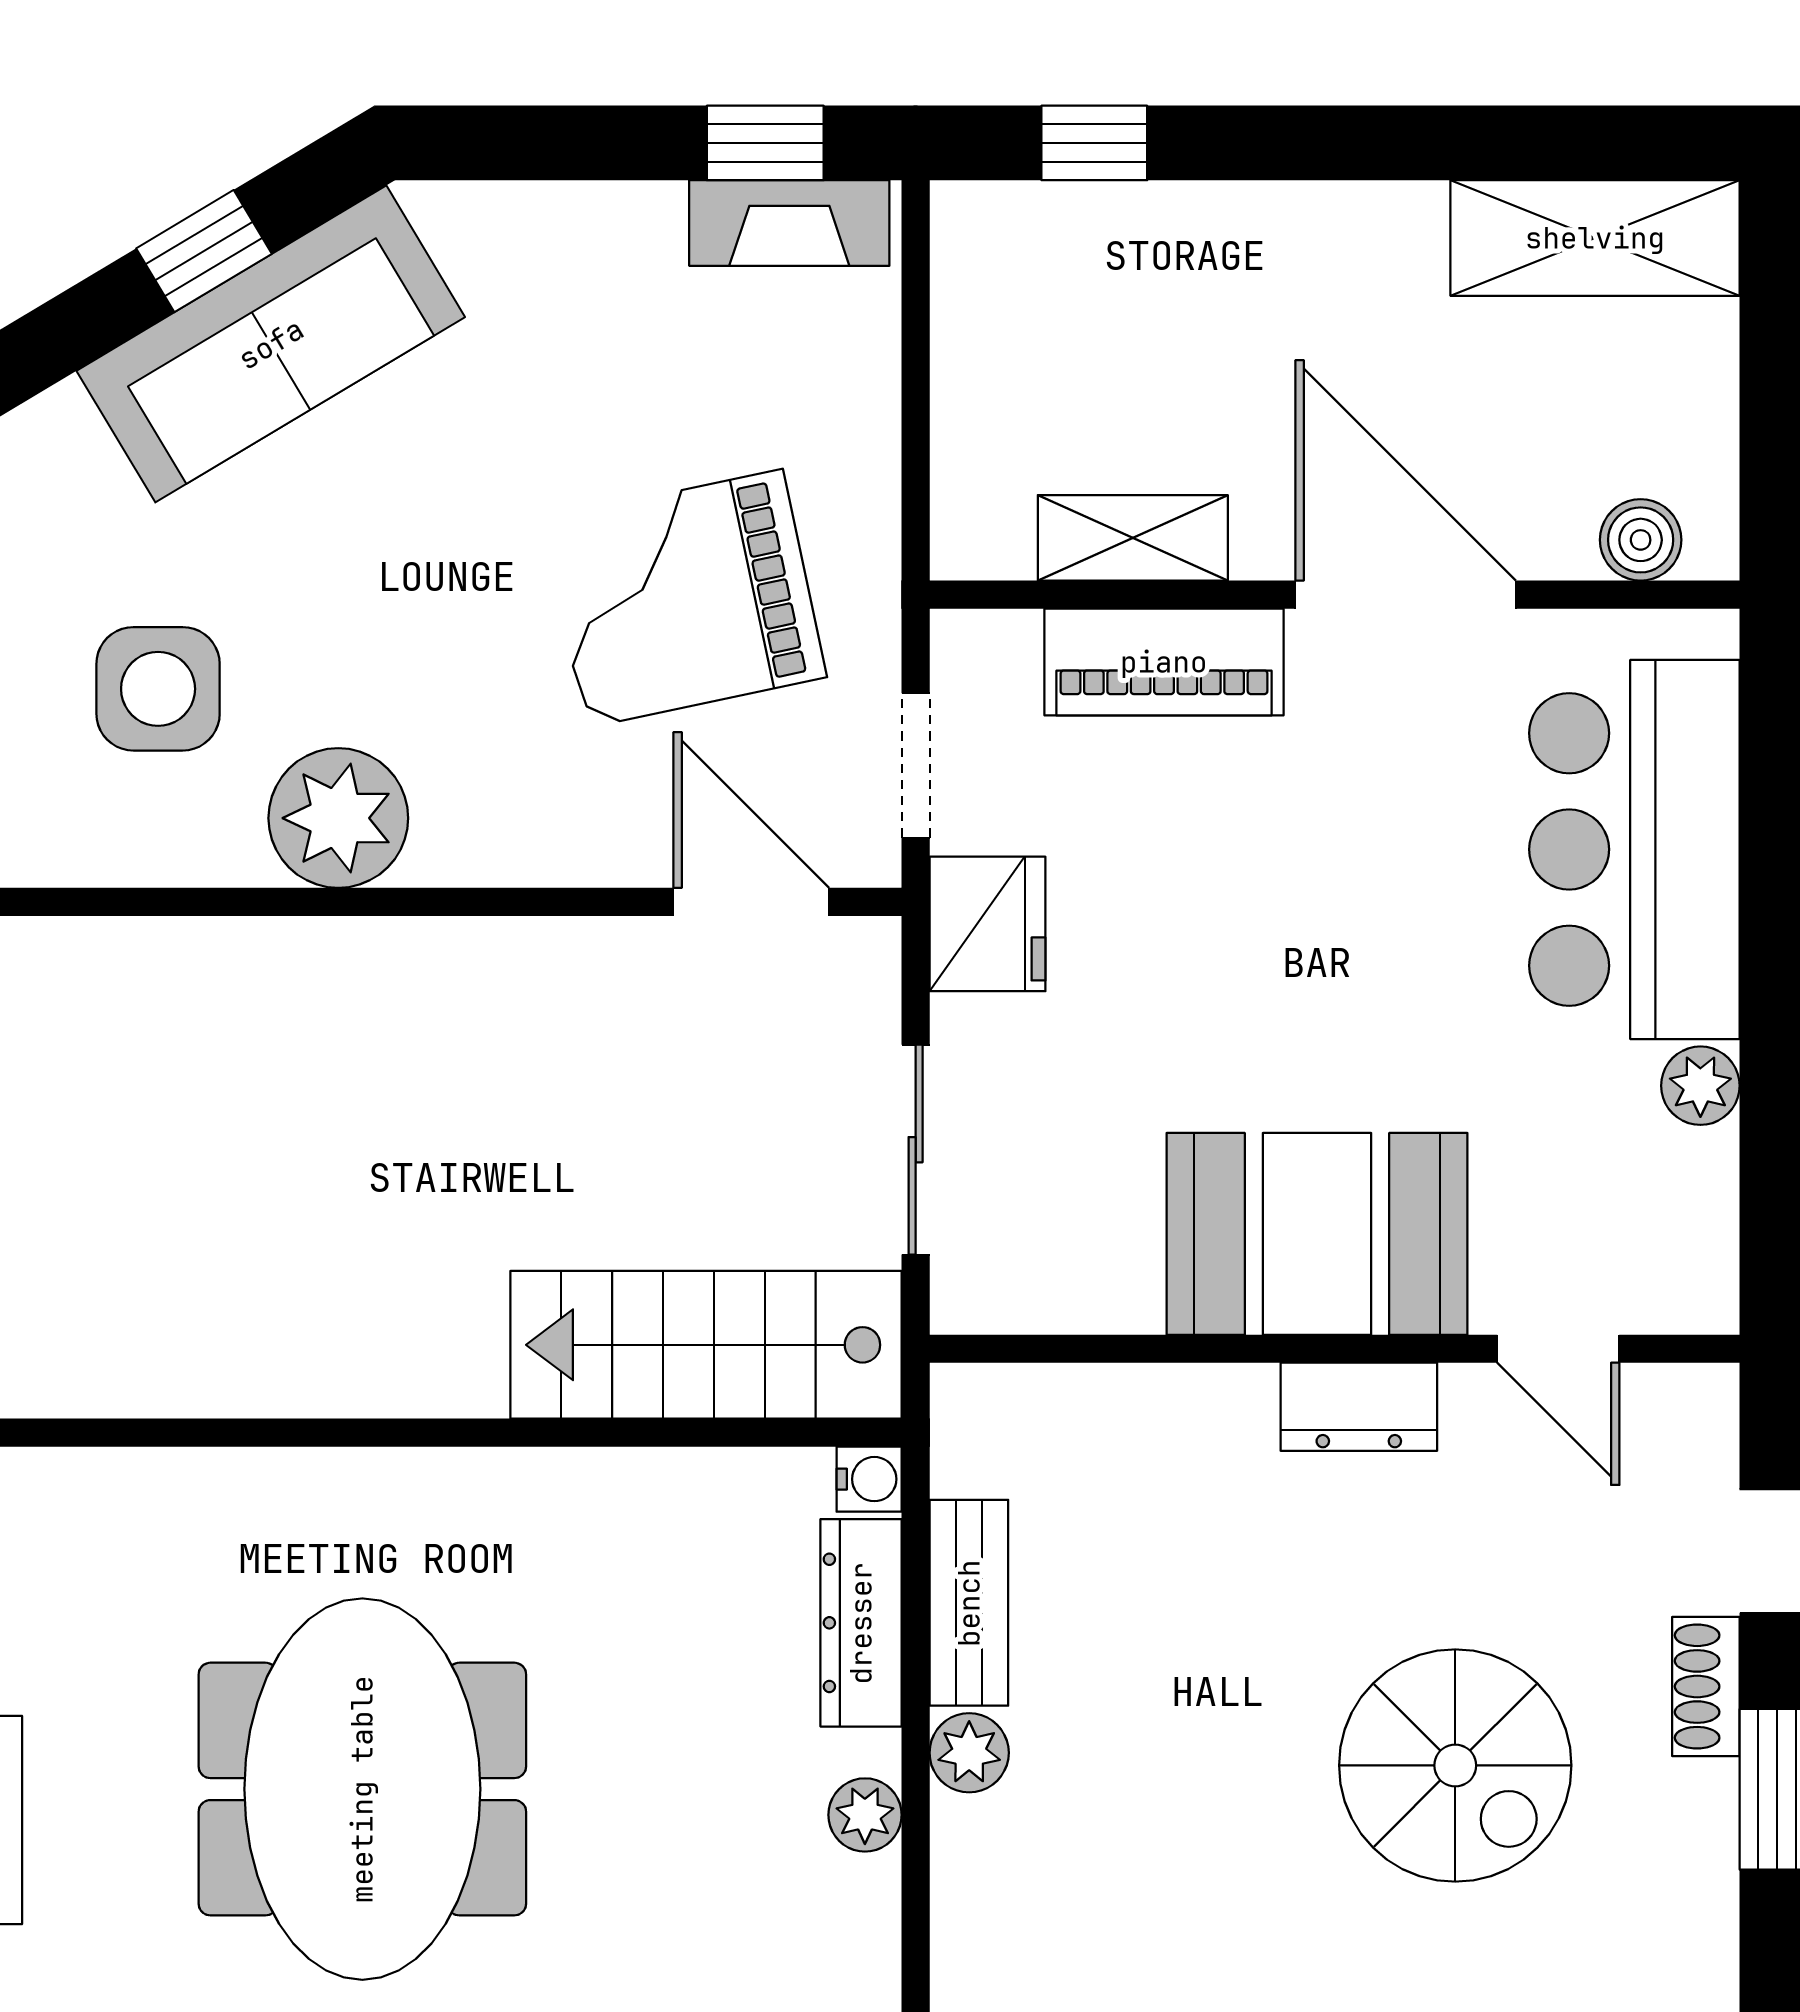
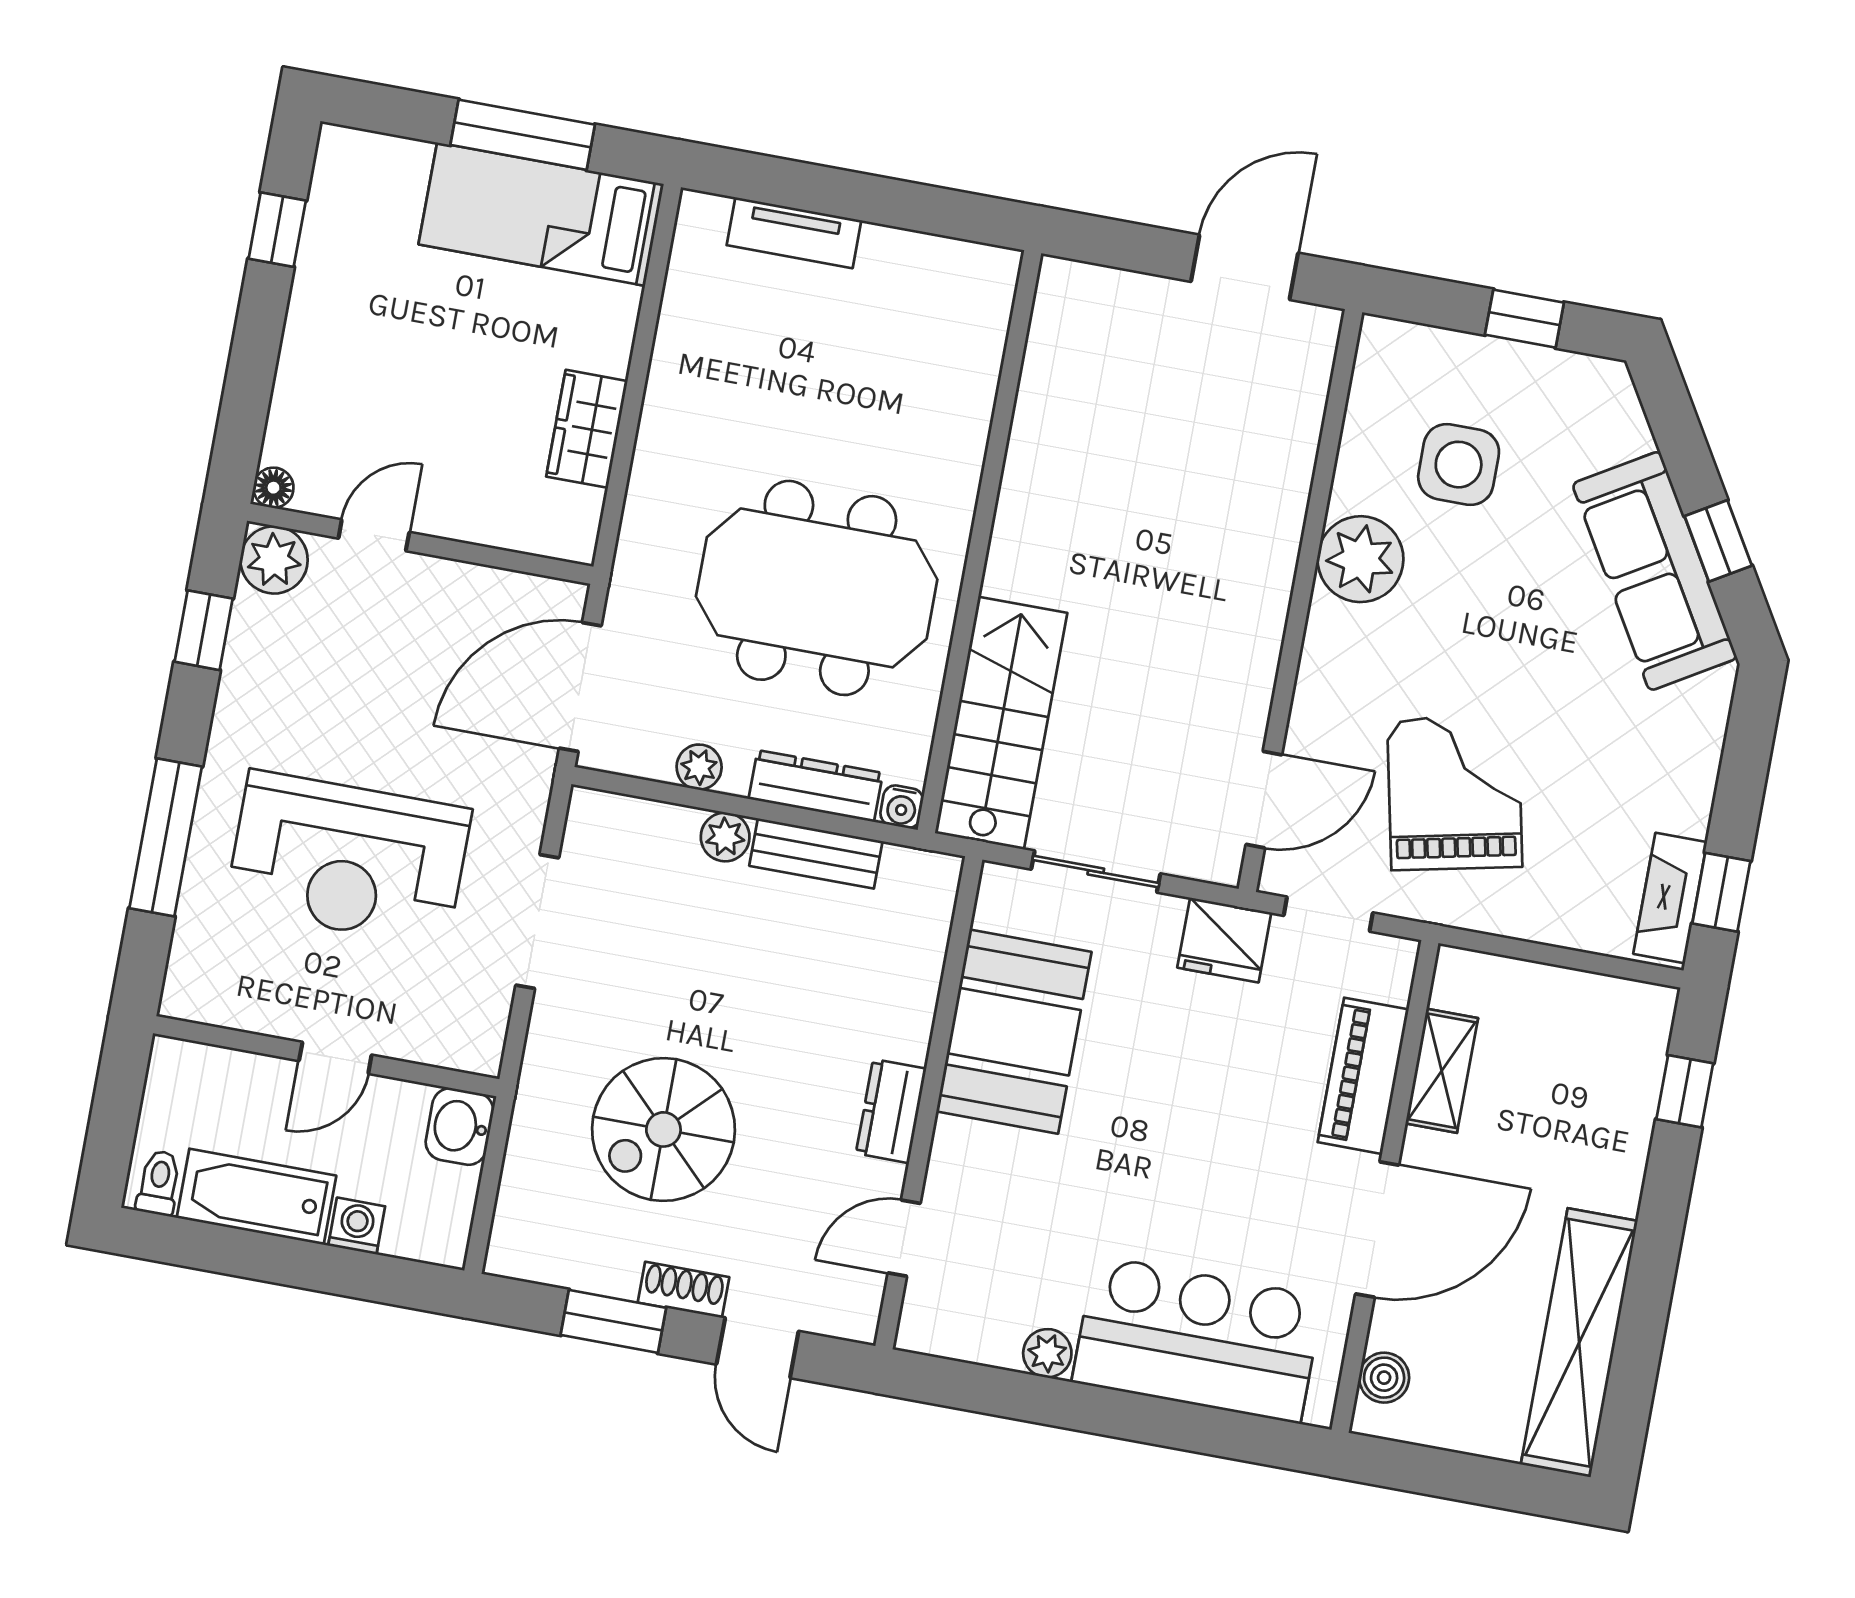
shelving: (1595, 238) -> (1579, 1343), width x1.47
booth: (1317, 1234) -> (1014, 1032), moved
meeting table: (362, 1789) -> (817, 588), moved

